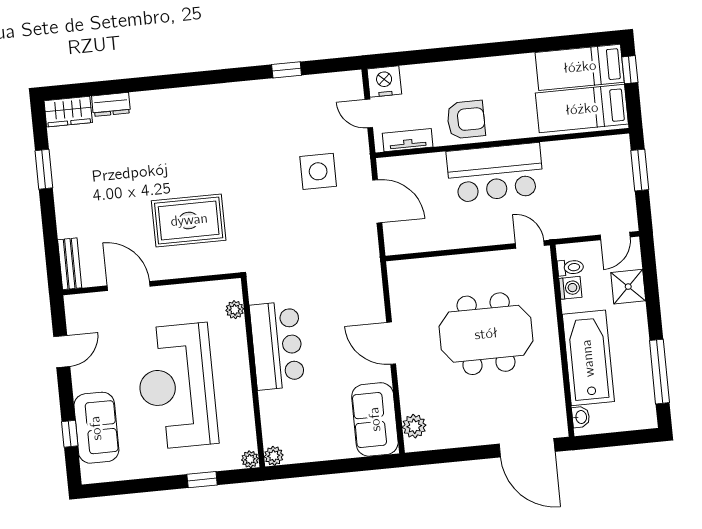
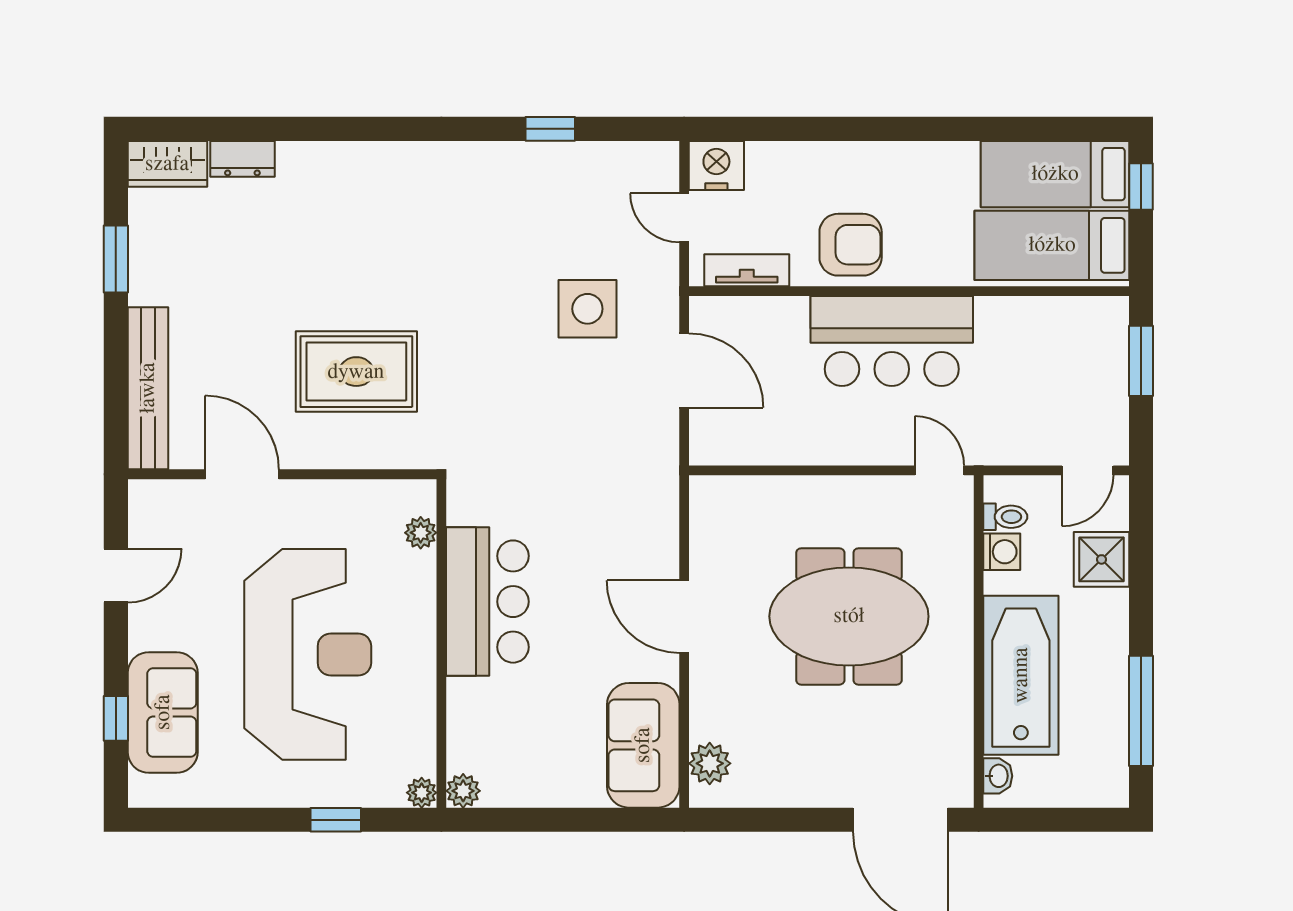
bench: (70, 264) -> (148, 388), width x1.86, depth x1.21
reception desk: (177, 386) -> (308, 654), turned 180

